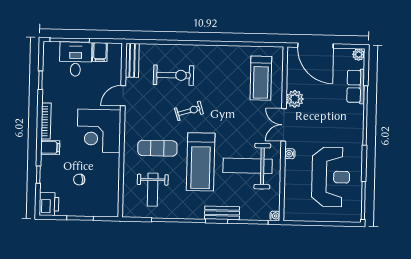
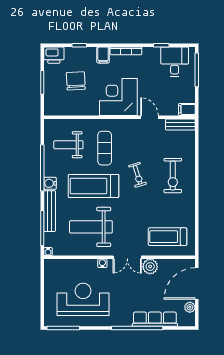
filing cabinet: (100, 52) -> (187, 109), moved
plant: (359, 55) -> (190, 307), moved
desk: (76, 59) -> (175, 62), moved, turned -90
exercise bike: (173, 75) -> (173, 176), moved
row of seats: (356, 86) -> (155, 319), width x1.48
double door: (284, 125) -> (127, 257), swing flipped
weight bench: (248, 166) -> (91, 227), turned -90
reception desk: (331, 177) -> (83, 299), turned 180
chair: (79, 180) -> (76, 81), width x1.87, depth x1.87
water cooler: (196, 212) -> (50, 183), added
bench: (222, 213) -> (50, 211), width x1.36

